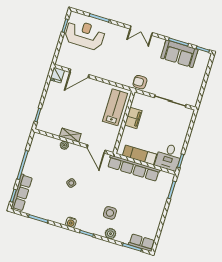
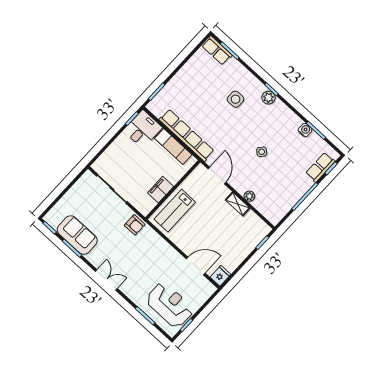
reception desk: (85, 35) -> (170, 305), turned 180
row of seats: (22, 193) -> (320, 167), width x0.68
water cooler: (71, 222) -> (305, 130), moved
plant: (110, 234) -> (269, 98), moved

